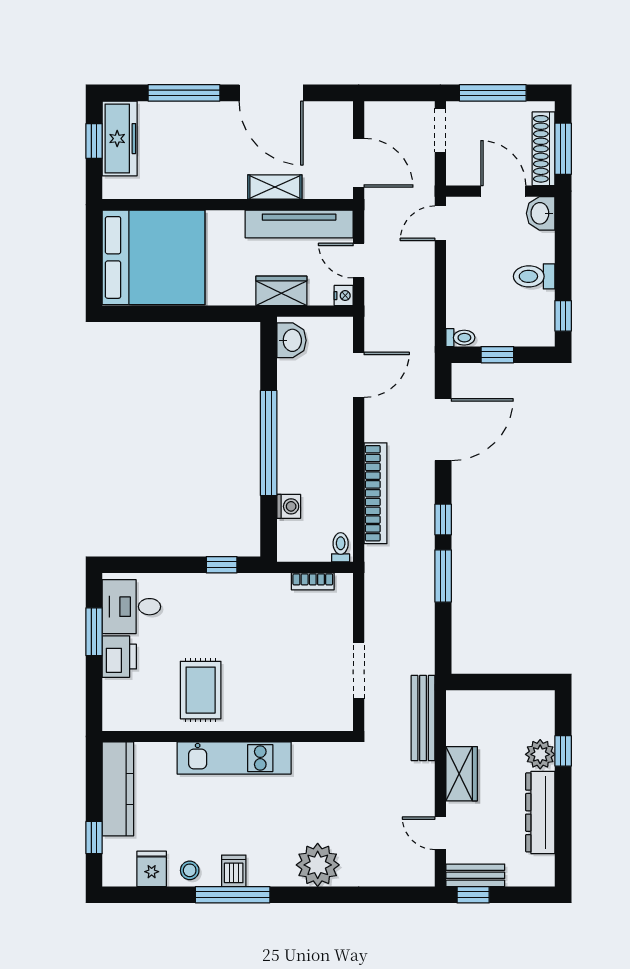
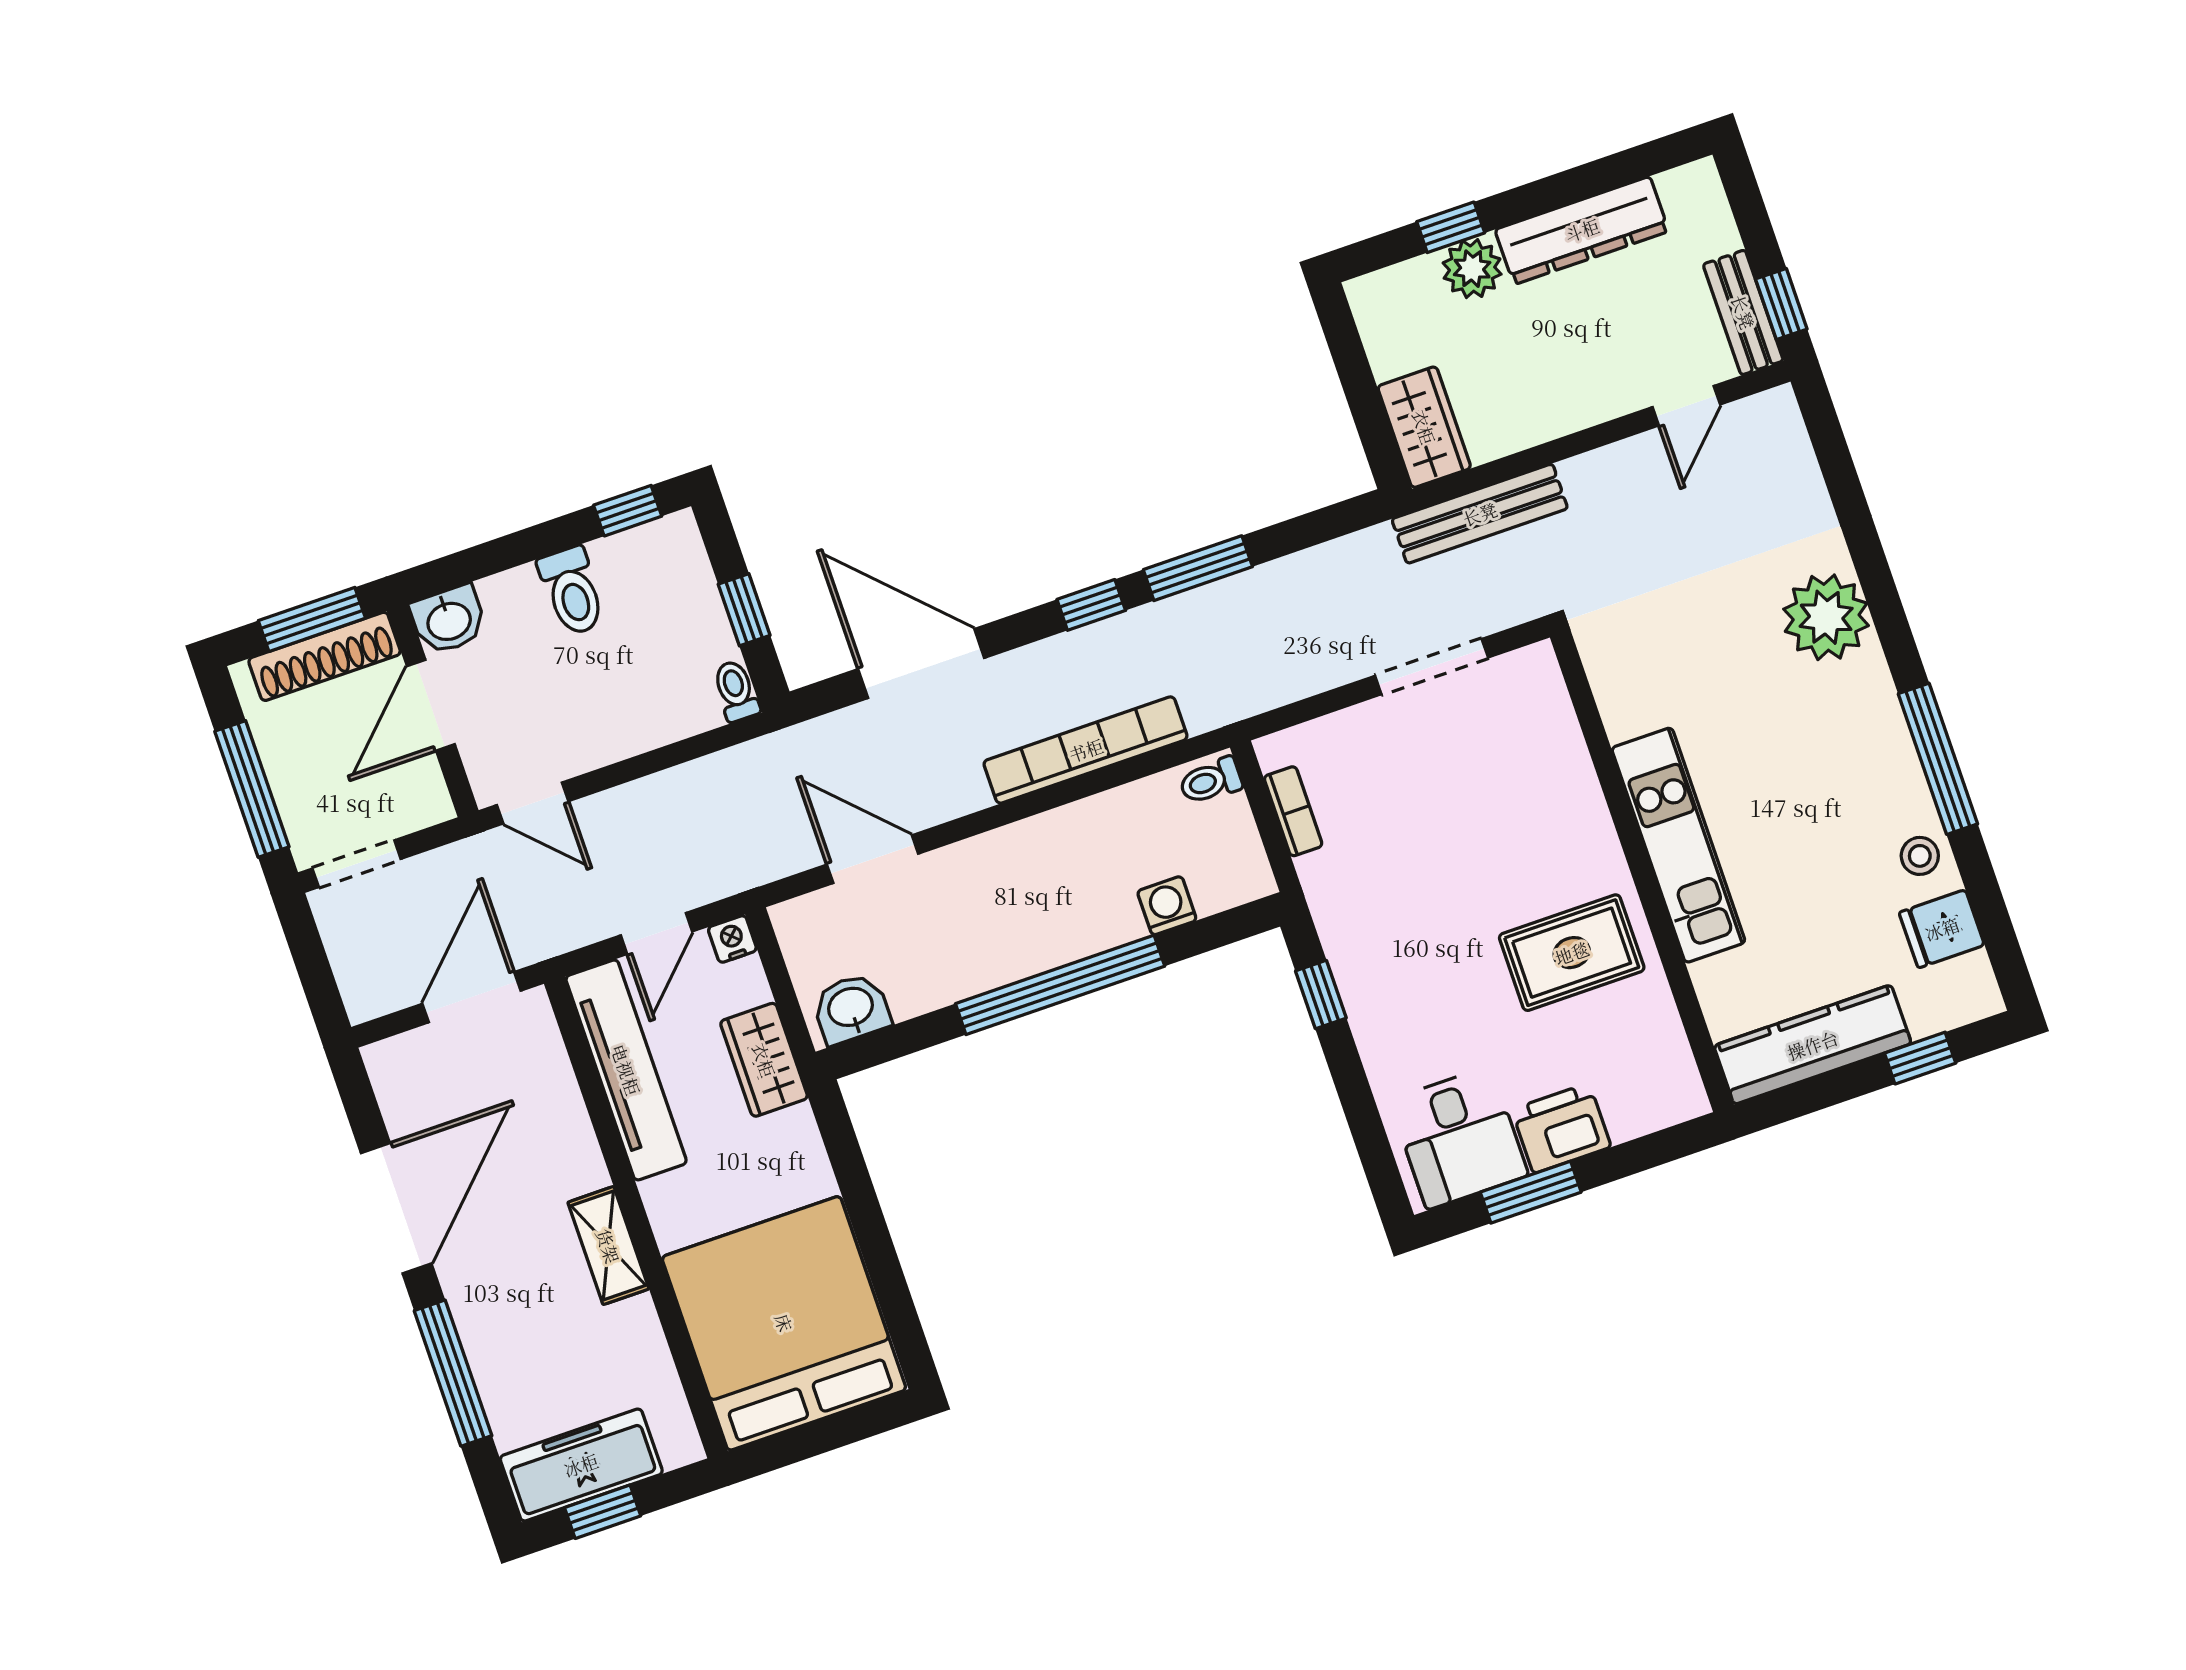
shelving: (275, 187) -> (608, 1246), moved
wardrobe: (462, 774) -> (1424, 427), moved, turned 90
dishwasher: (234, 871) -> (1892, 772), removed

